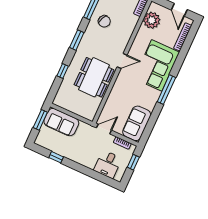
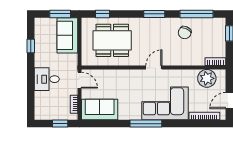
door: (122, 61) -> (154, 68), swing flipped
window: (63, 71) -> (103, 14), moved
dining table: (94, 77) -> (112, 40), moved
desk: (108, 164) -> (47, 79), moved

